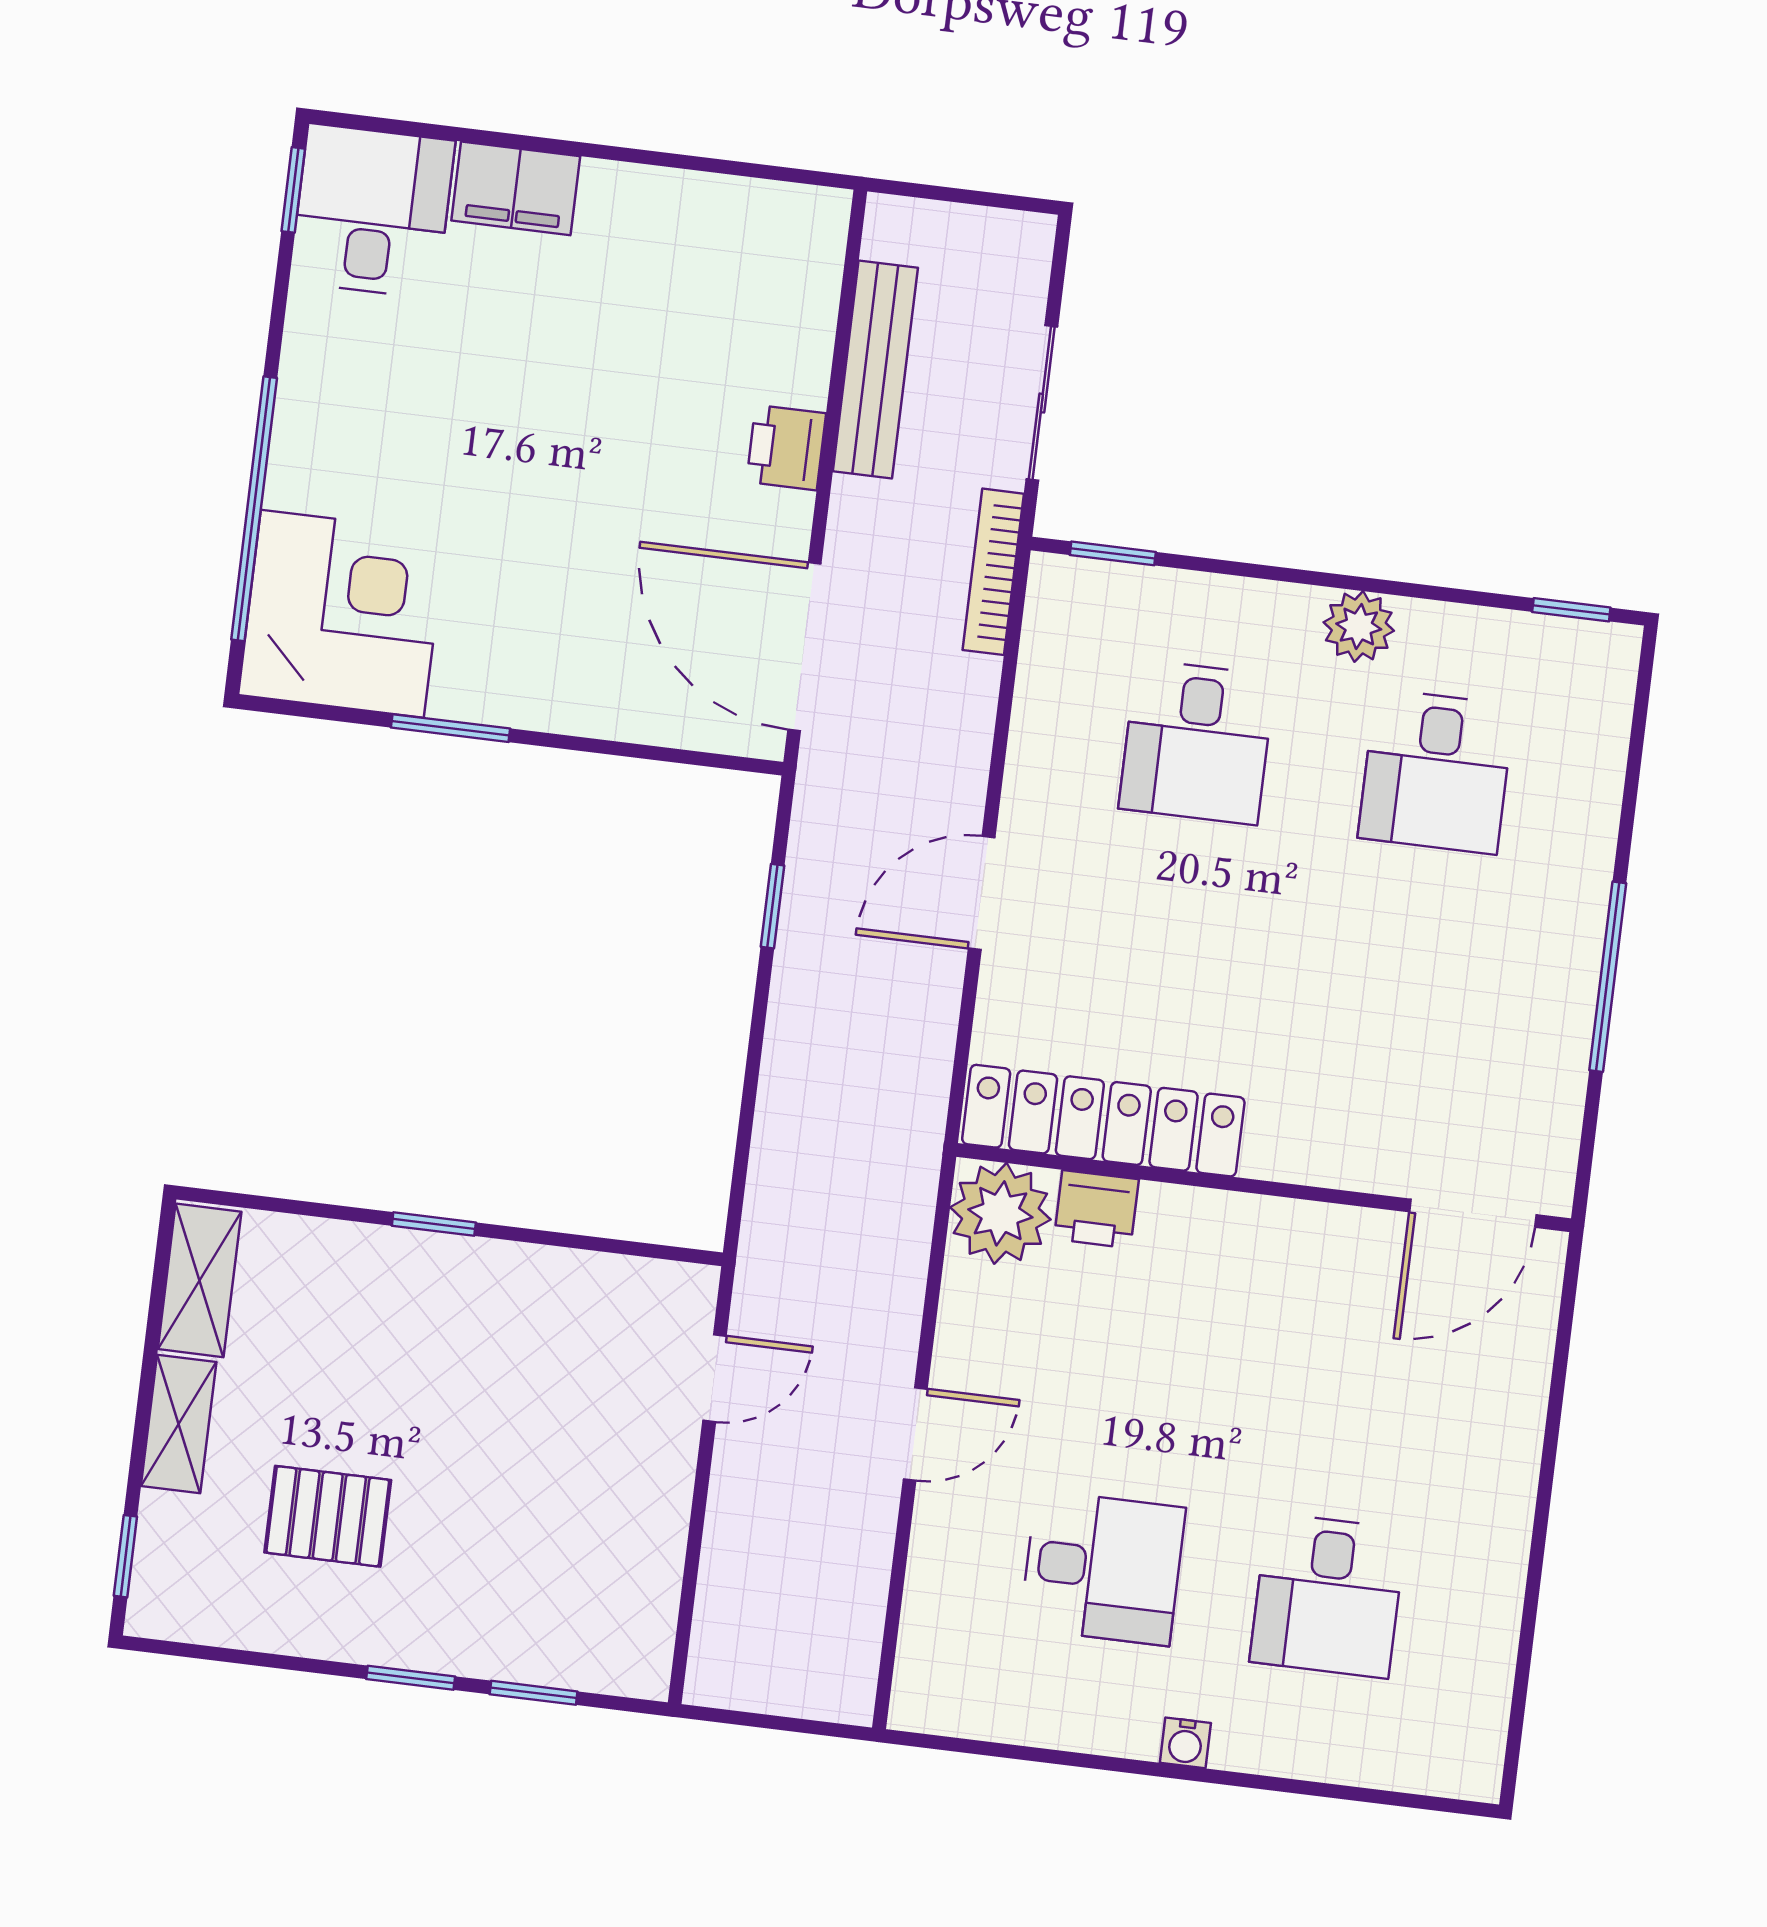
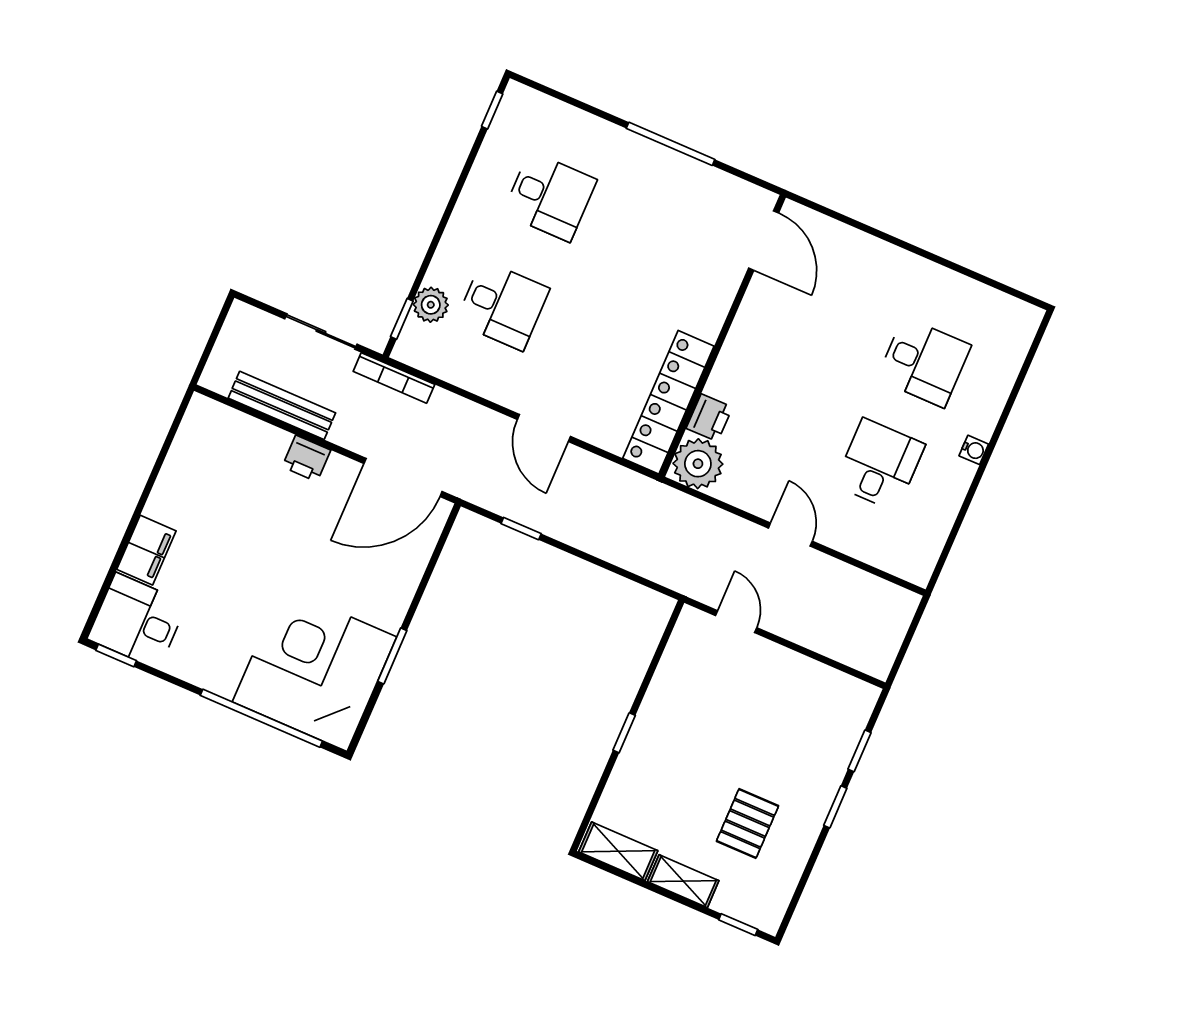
corner desk: (342, 614) -> (315, 669), width x1.36, depth x1.36
plant: (1359, 626) -> (431, 305), moved

